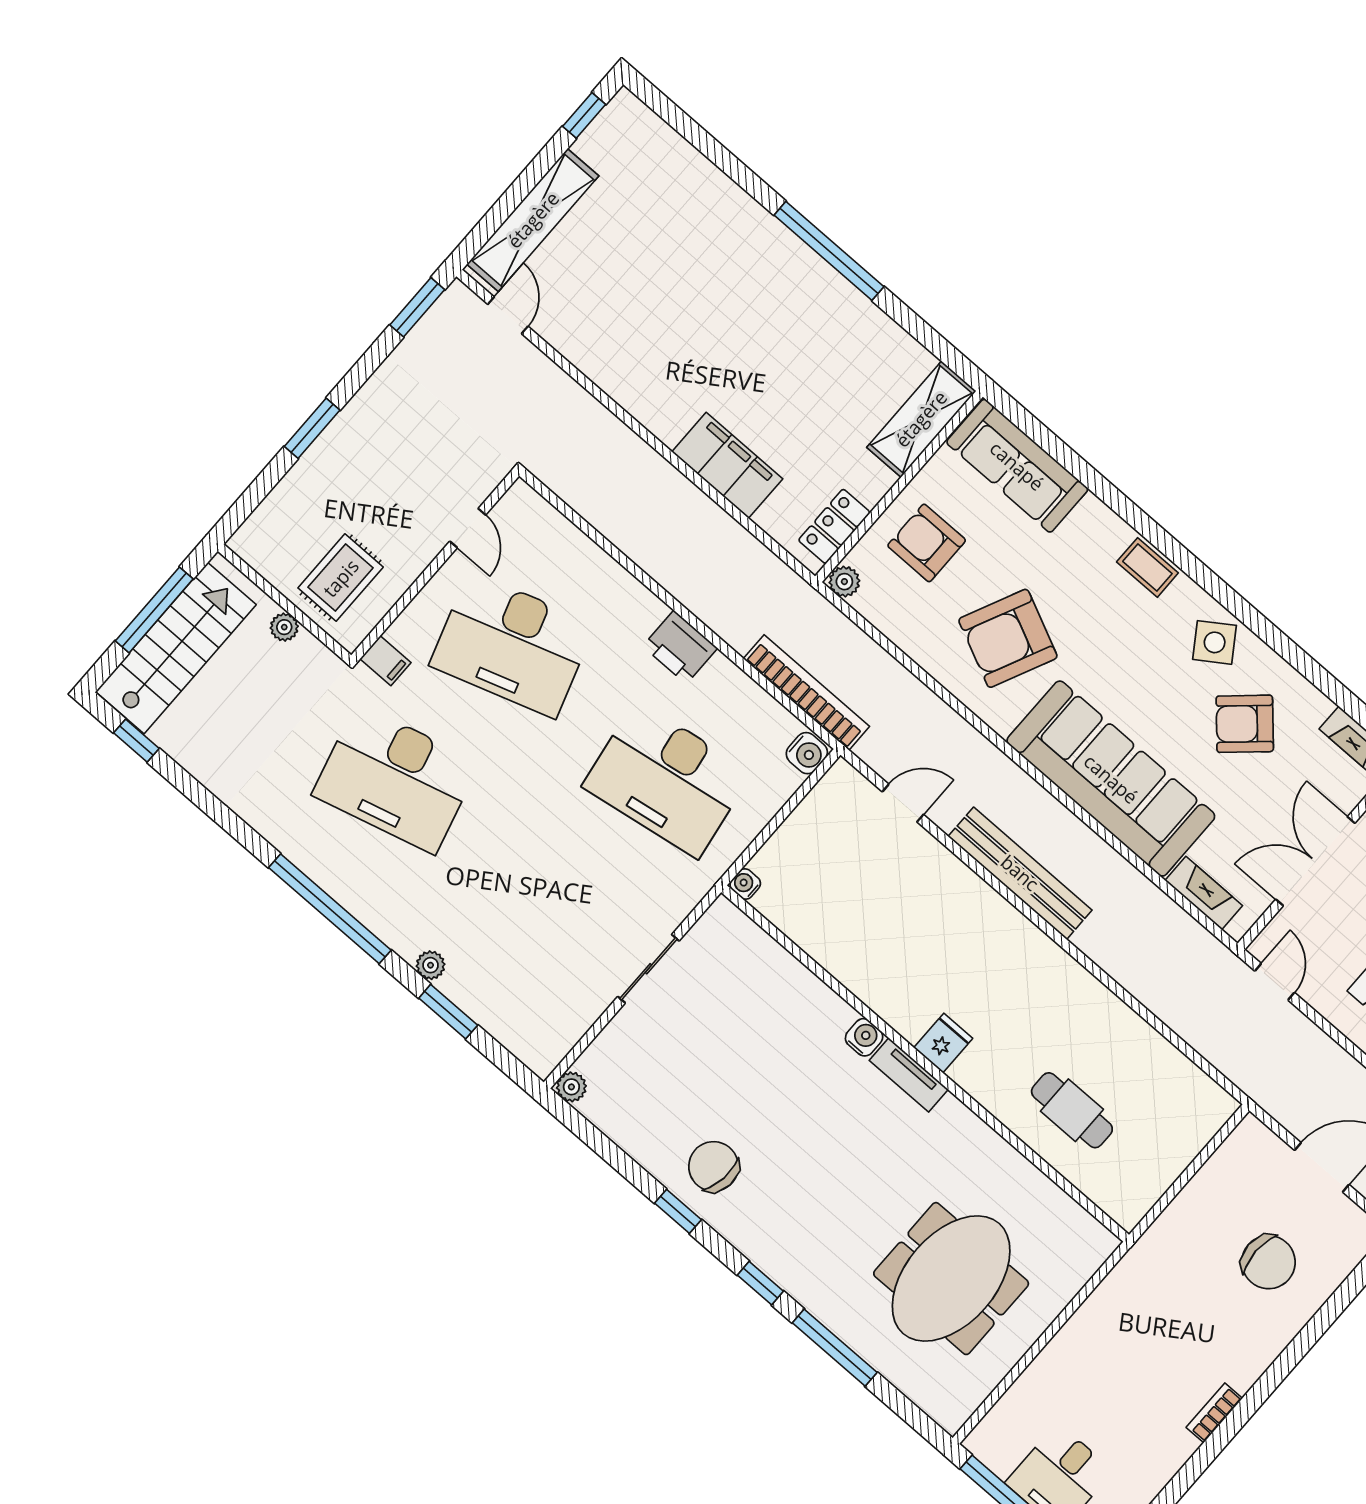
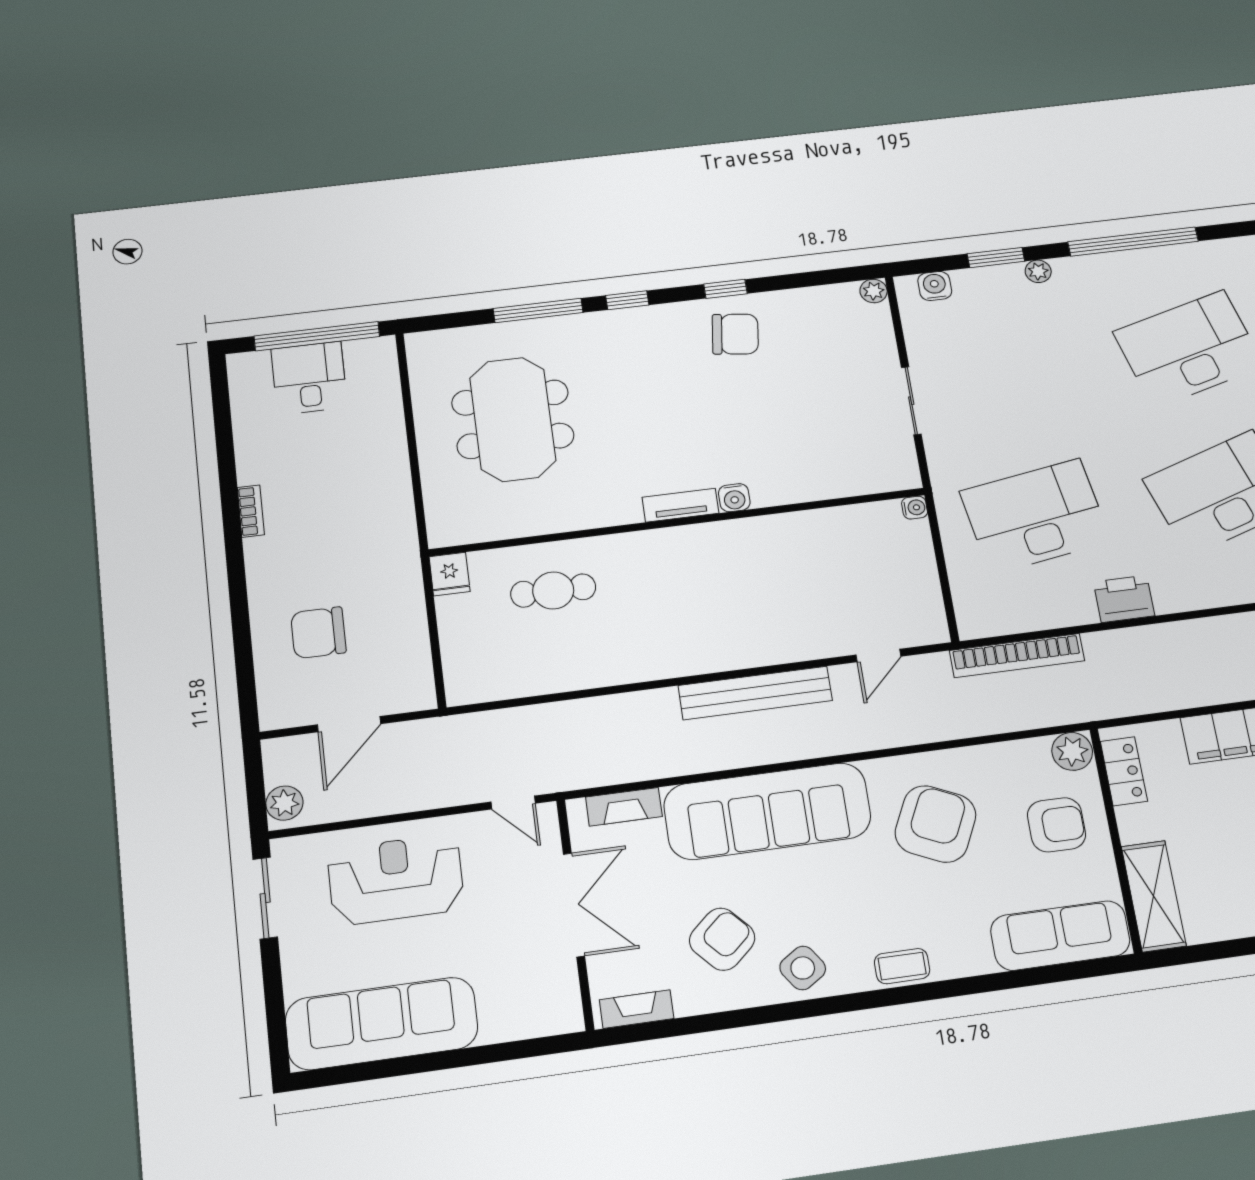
plant: (844, 582) -> (1072, 751), width x1.38, depth x1.38
water cooler: (807, 753) -> (935, 286), moved, turned 90
fridge: (943, 1043) -> (450, 574), moved

